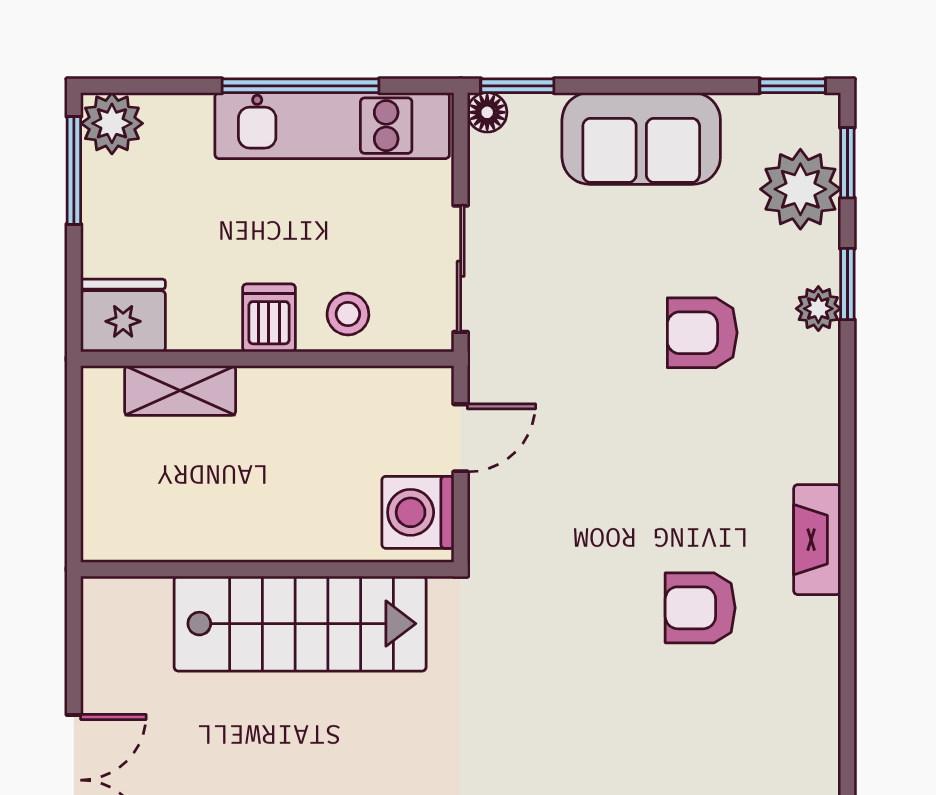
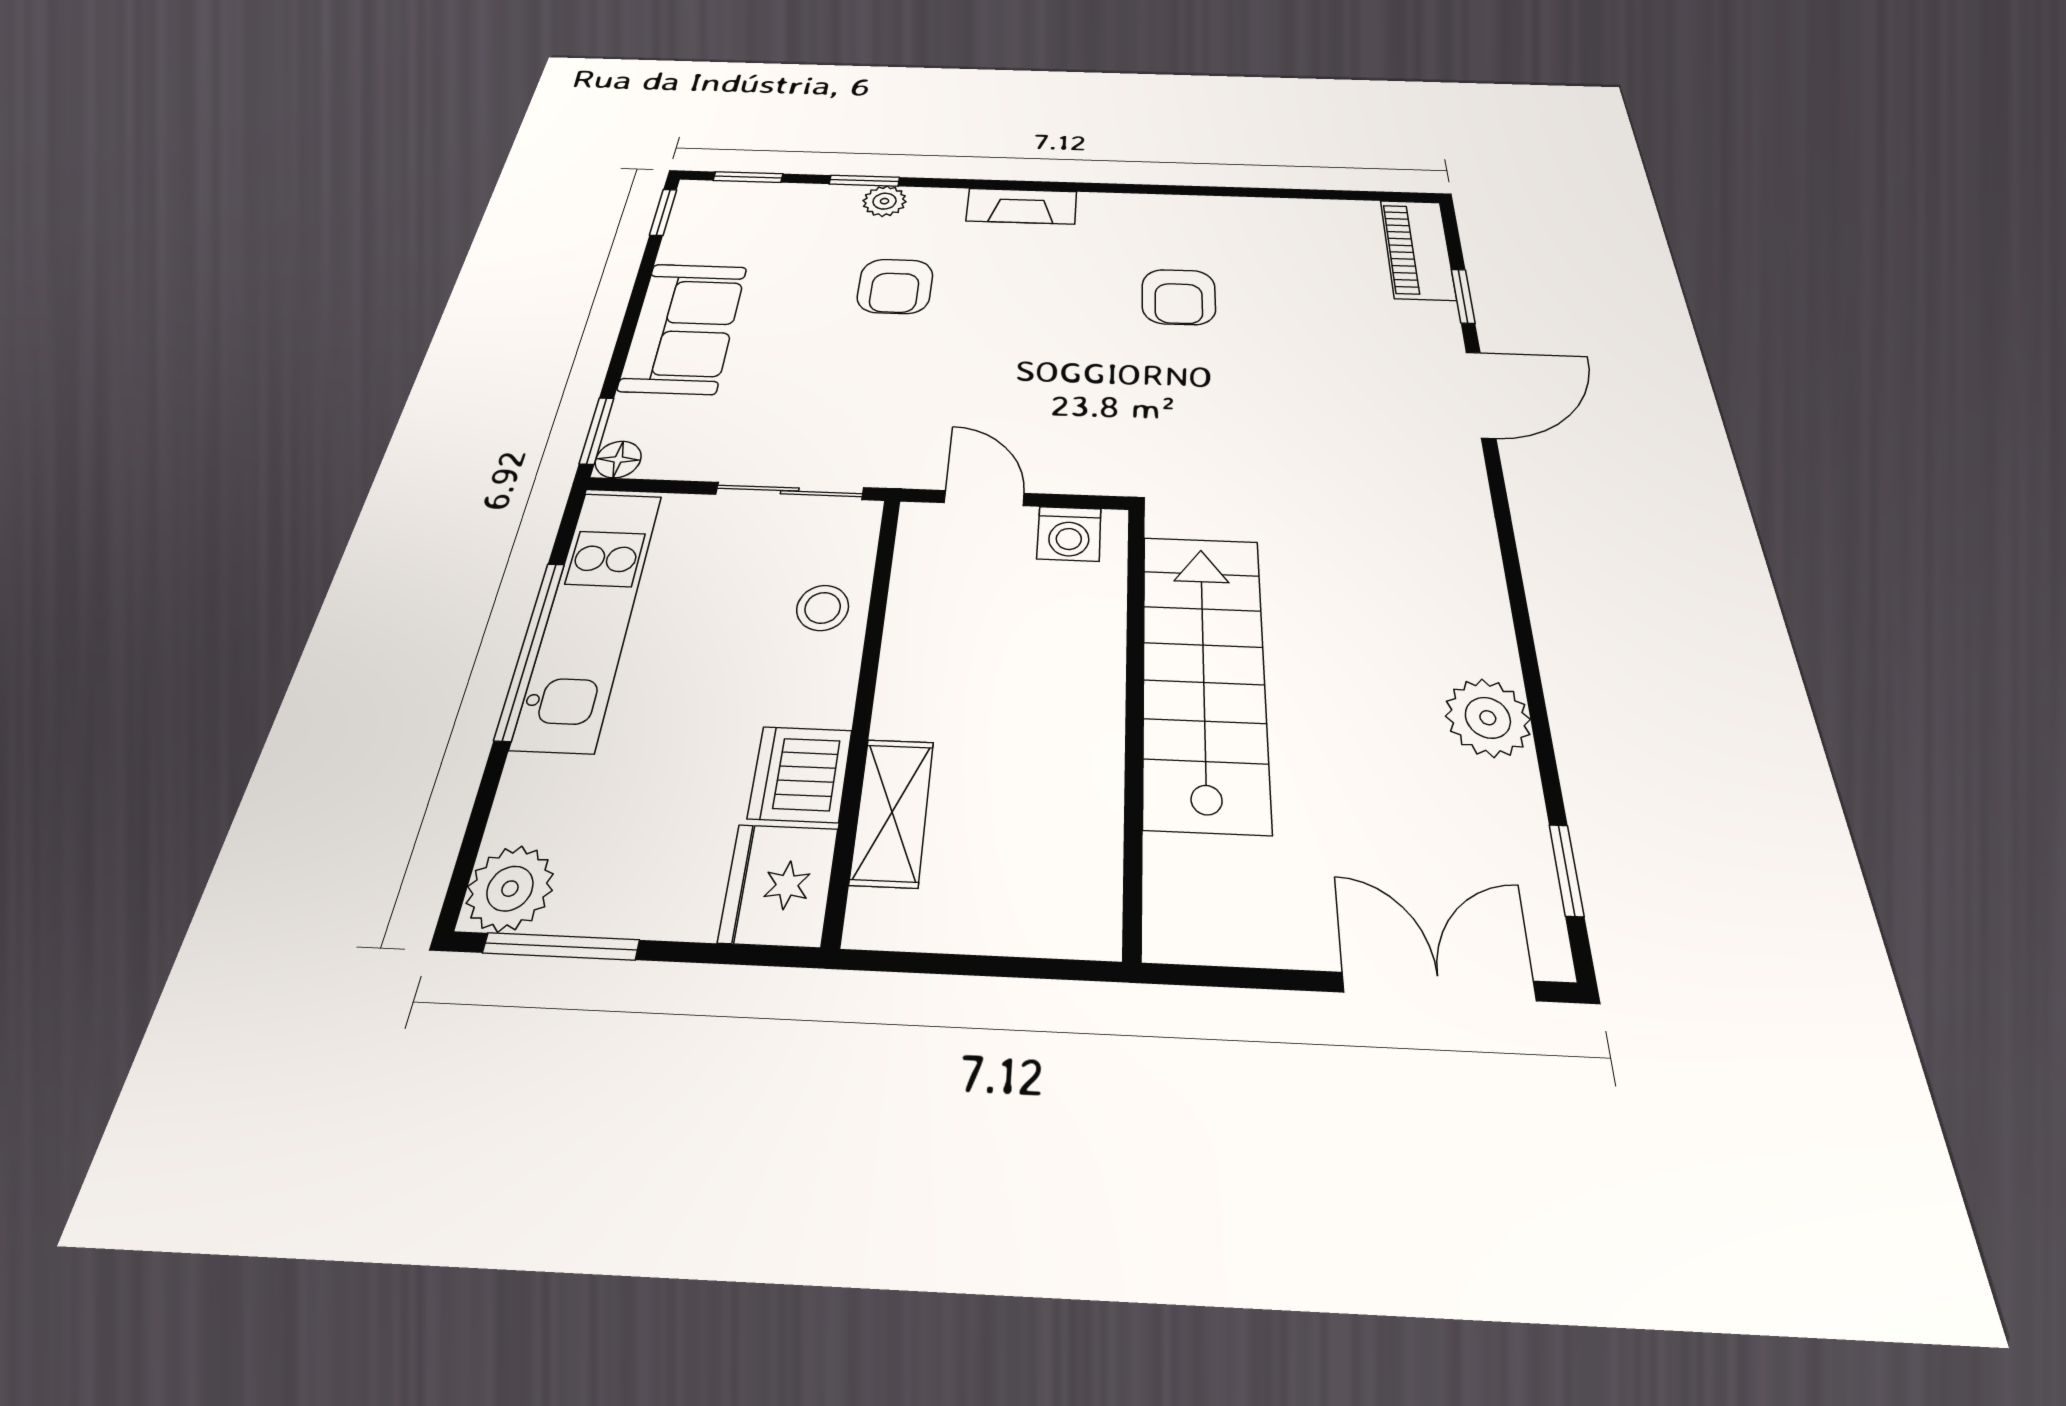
plant: (800, 189) -> (766, 210), removed
dishwasher: (269, 318) -> (800, 774), moved, width x1.38
washing machine: (418, 512) -> (1069, 534), width x0.73, depth x0.73
fireplace: (817, 540) -> (1022, 206), moved

